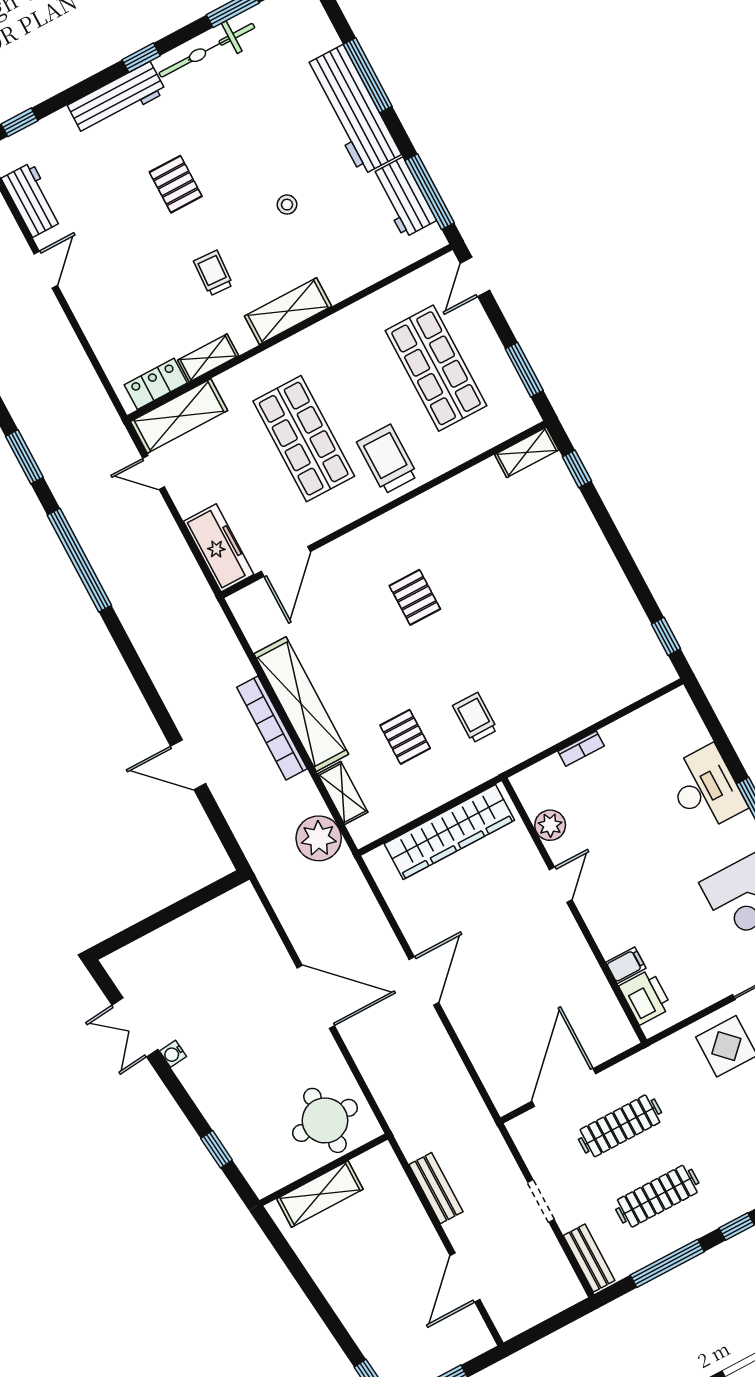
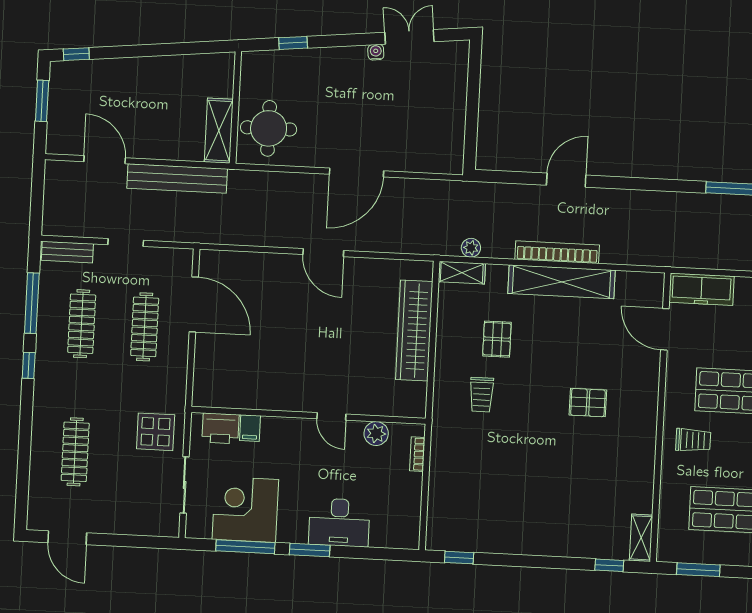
trolley: (387, 459) -> (693, 440), width x0.73, depth x0.72
trolley: (475, 718) -> (481, 395), turned 90
pallet: (405, 737) -> (497, 339), turned 90
shelving: (343, 793) -> (462, 273), moved
plant: (550, 825) -> (376, 434), moved
plant: (319, 838) -> (471, 248), width x0.53, depth x0.53
door: (561, 885) -> (331, 416), moved
wall: (574, 910) -> (308, 415), moved
filing cabinet: (626, 965) -> (250, 428), moved
printer: (645, 997) -> (220, 428), moved
bench: (436, 1188) -> (177, 178), width x1.86, depth x1.21
shelving: (320, 1194) -> (219, 131), moved

